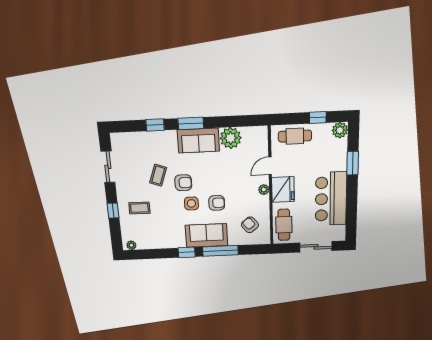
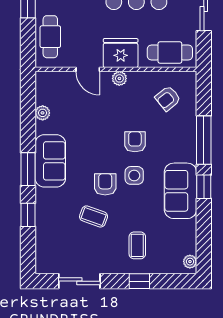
plant: (231, 138) -> (43, 113), width x0.53, depth x0.53
sofa: (207, 235) -> (180, 191), moved

